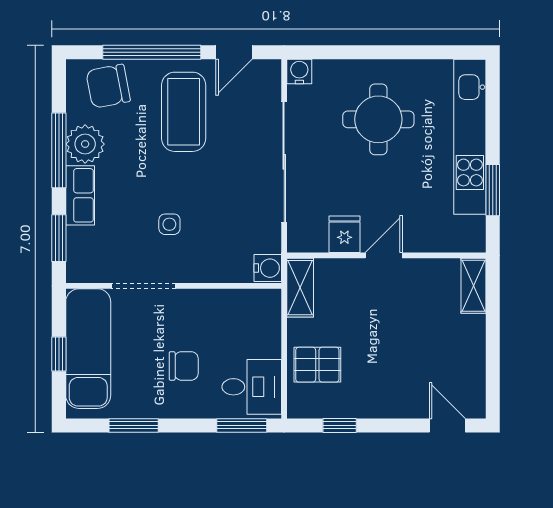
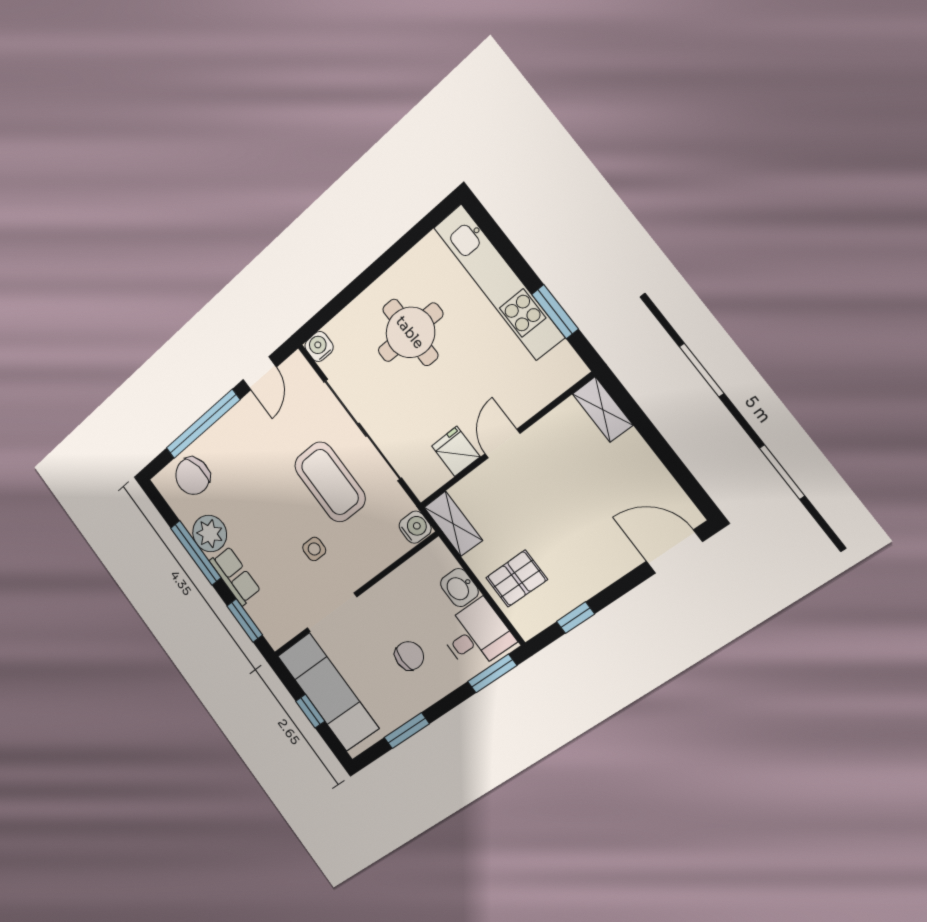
coffee table: (184, 112) -> (330, 482), moved
washbasin: (267, 340) -> (459, 588), added
door: (447, 425) -> (674, 551), width x1.38

